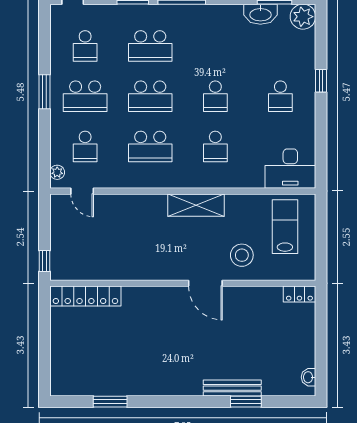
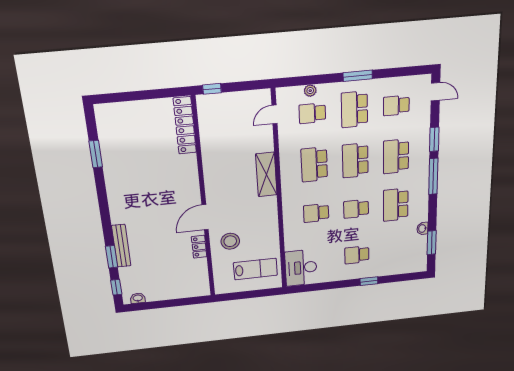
washbasin: (260, 14) -> (422, 228), width x0.52, depth x0.69
plant: (303, 17) -> (418, 264), removed
school desk: (215, 46) -> (396, 205), added
plant: (57, 172) -> (310, 91), moved
shelving: (196, 205) -> (266, 174), moved
locker: (299, 294) -> (199, 247), moved
window: (289, 402) -> (116, 287), added

